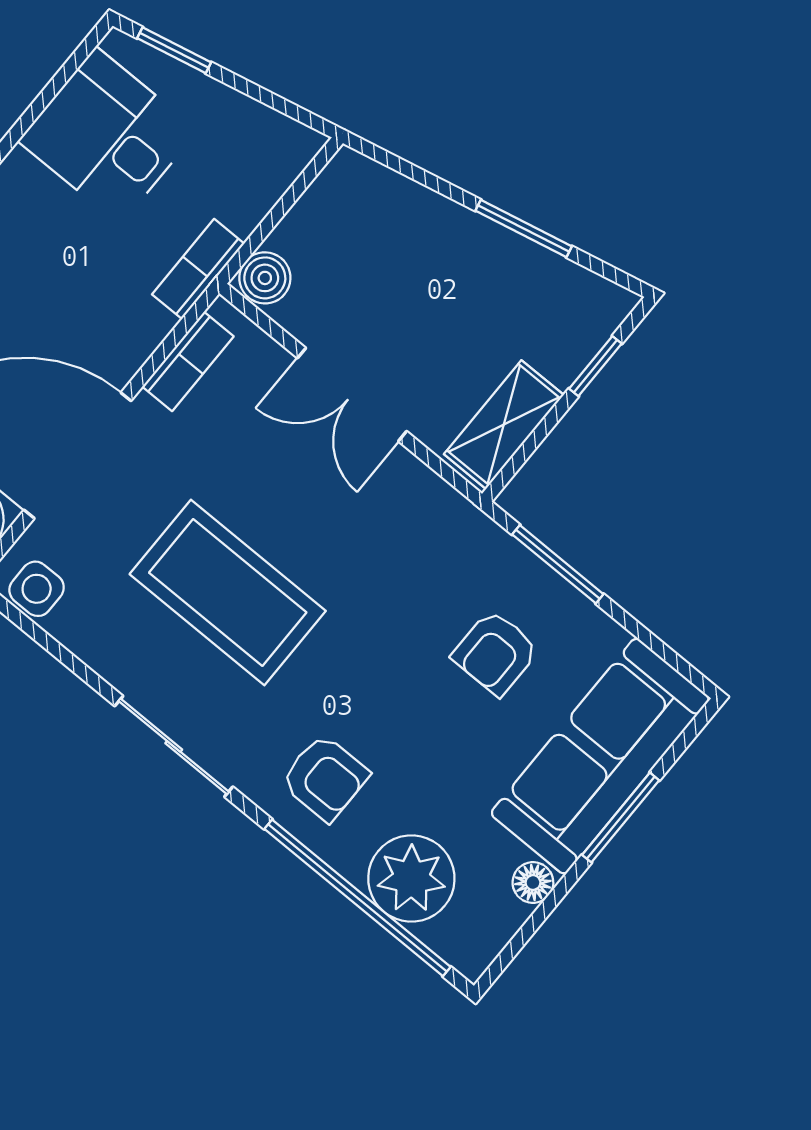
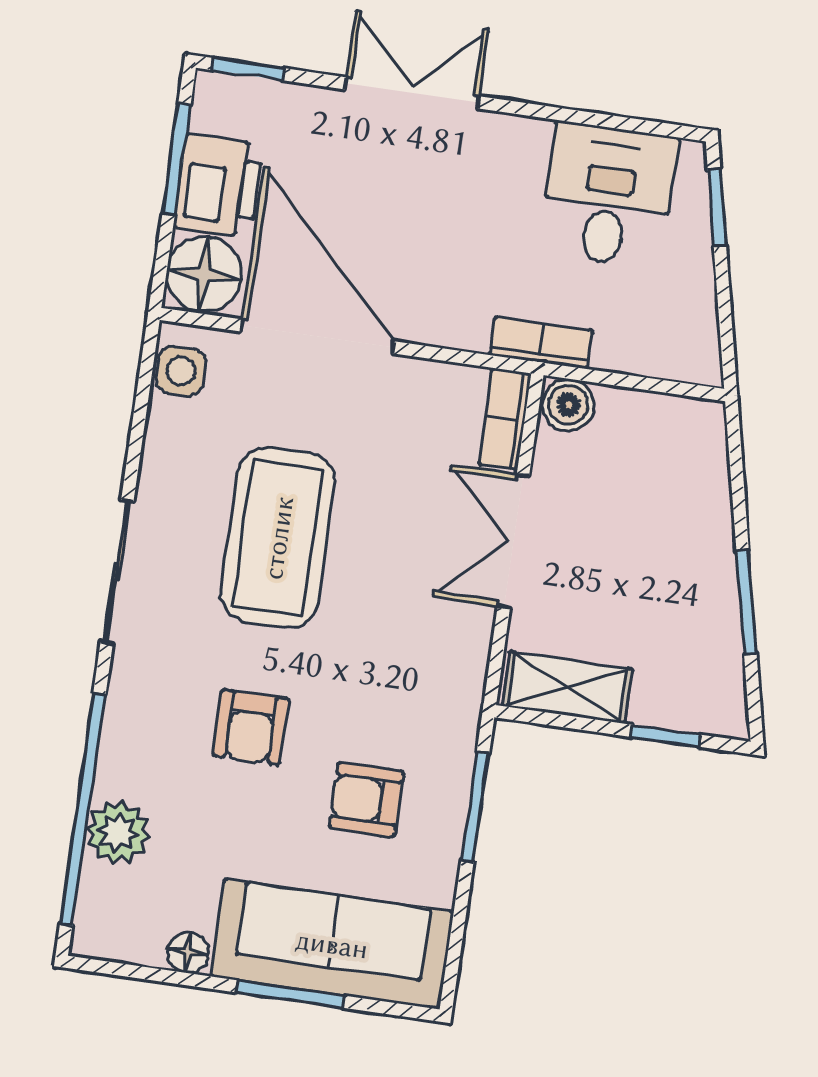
bookcase: (188, 362) -> (505, 419), moved, turned 90
armchair: (325, 778) -> (251, 727), moved
plant: (411, 878) -> (118, 832), width x0.73, depth x0.73

